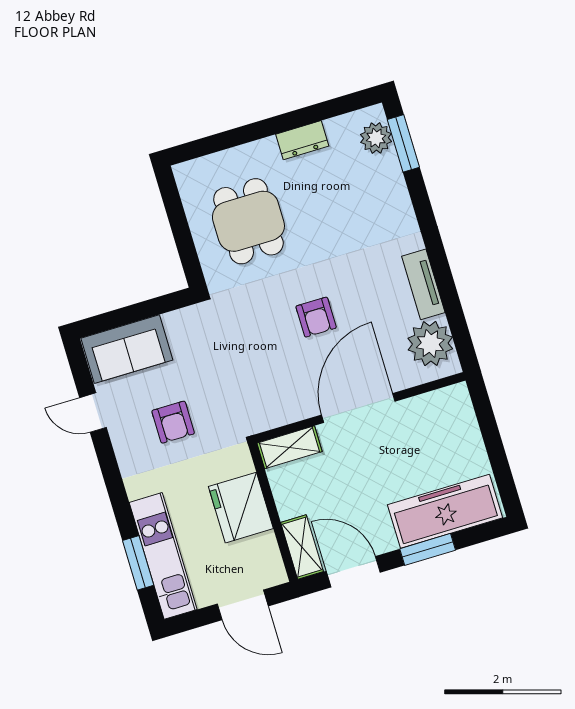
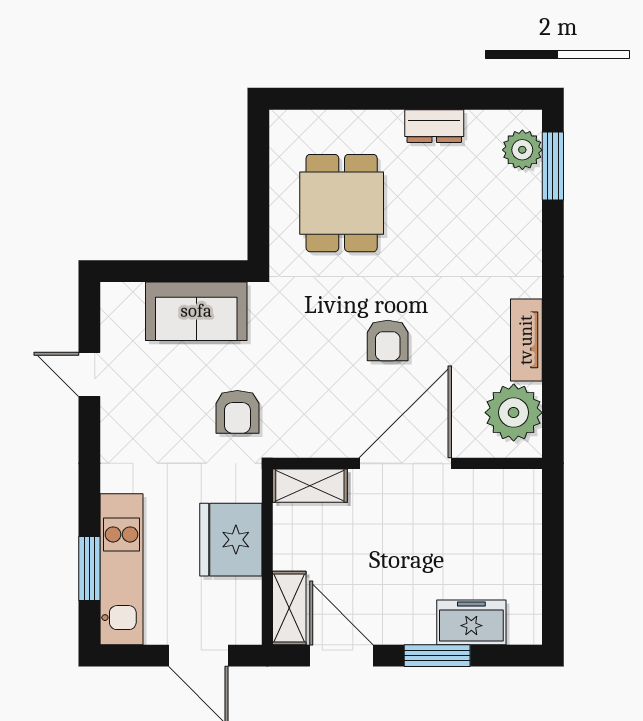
sofa: (127, 349) -> (196, 311), moved
armchair: (173, 422) -> (237, 412), moved
freezer: (445, 511) -> (471, 622), width x0.52, depth x0.79

